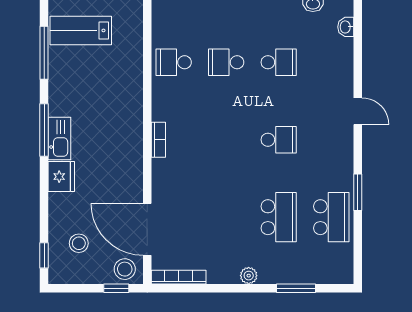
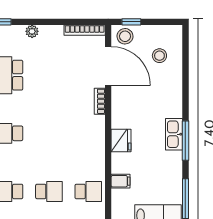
filing cabinet: (131, 76) -> (121, 181), added
bookcase: (158, 140) -> (100, 101), moved
fridge: (61, 177) -> (121, 141), moved, turned 180
window: (44, 255) -> (185, 47), removed

